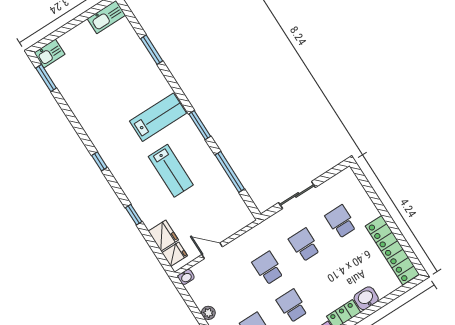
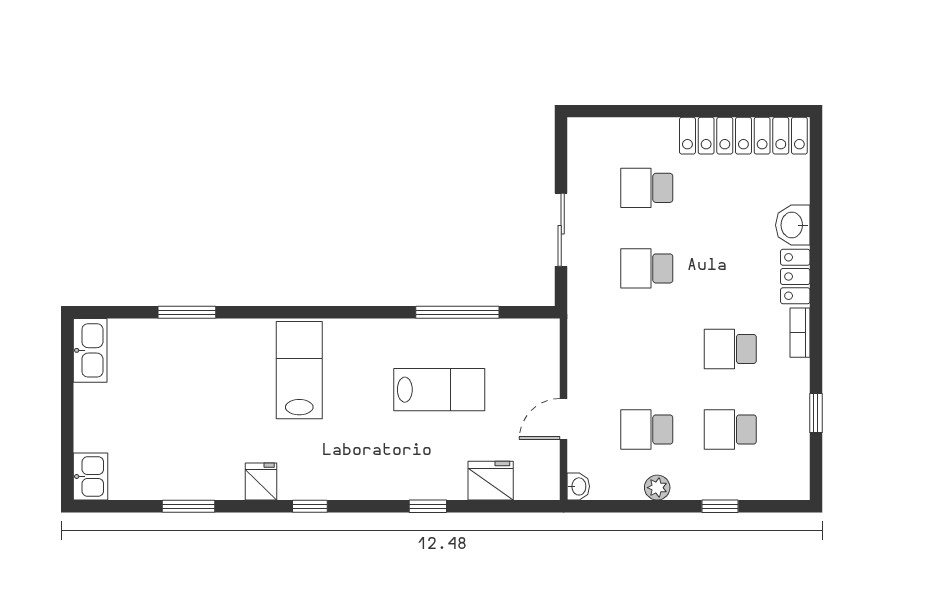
window: (46, 78) -> (189, 506), moved
window: (200, 125) -> (354, 312), removed
lab bench: (171, 171) -> (439, 390), moved
fridge: (175, 254) -> (261, 482), moved
school desk: (268, 268) -> (647, 430), moved

